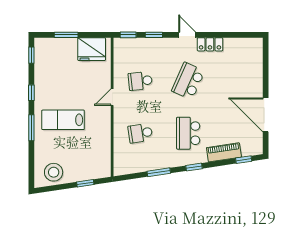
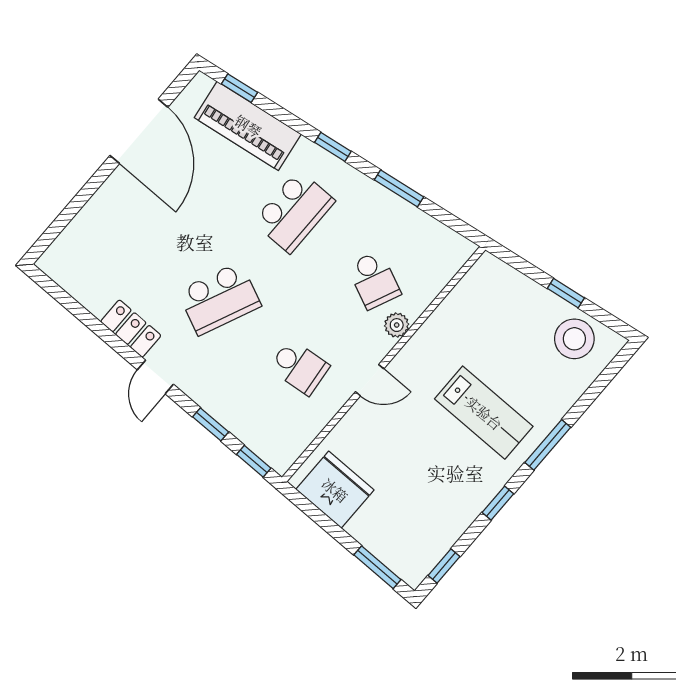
window: (66, 35) -> (377, 567), moved
plant: (119, 124) -> (397, 325), added
school desk: (140, 133) -> (374, 280), turned 33
piano: (224, 152) -> (248, 126), width x1.37, depth x1.33
window: (85, 183) -> (566, 293), moved

